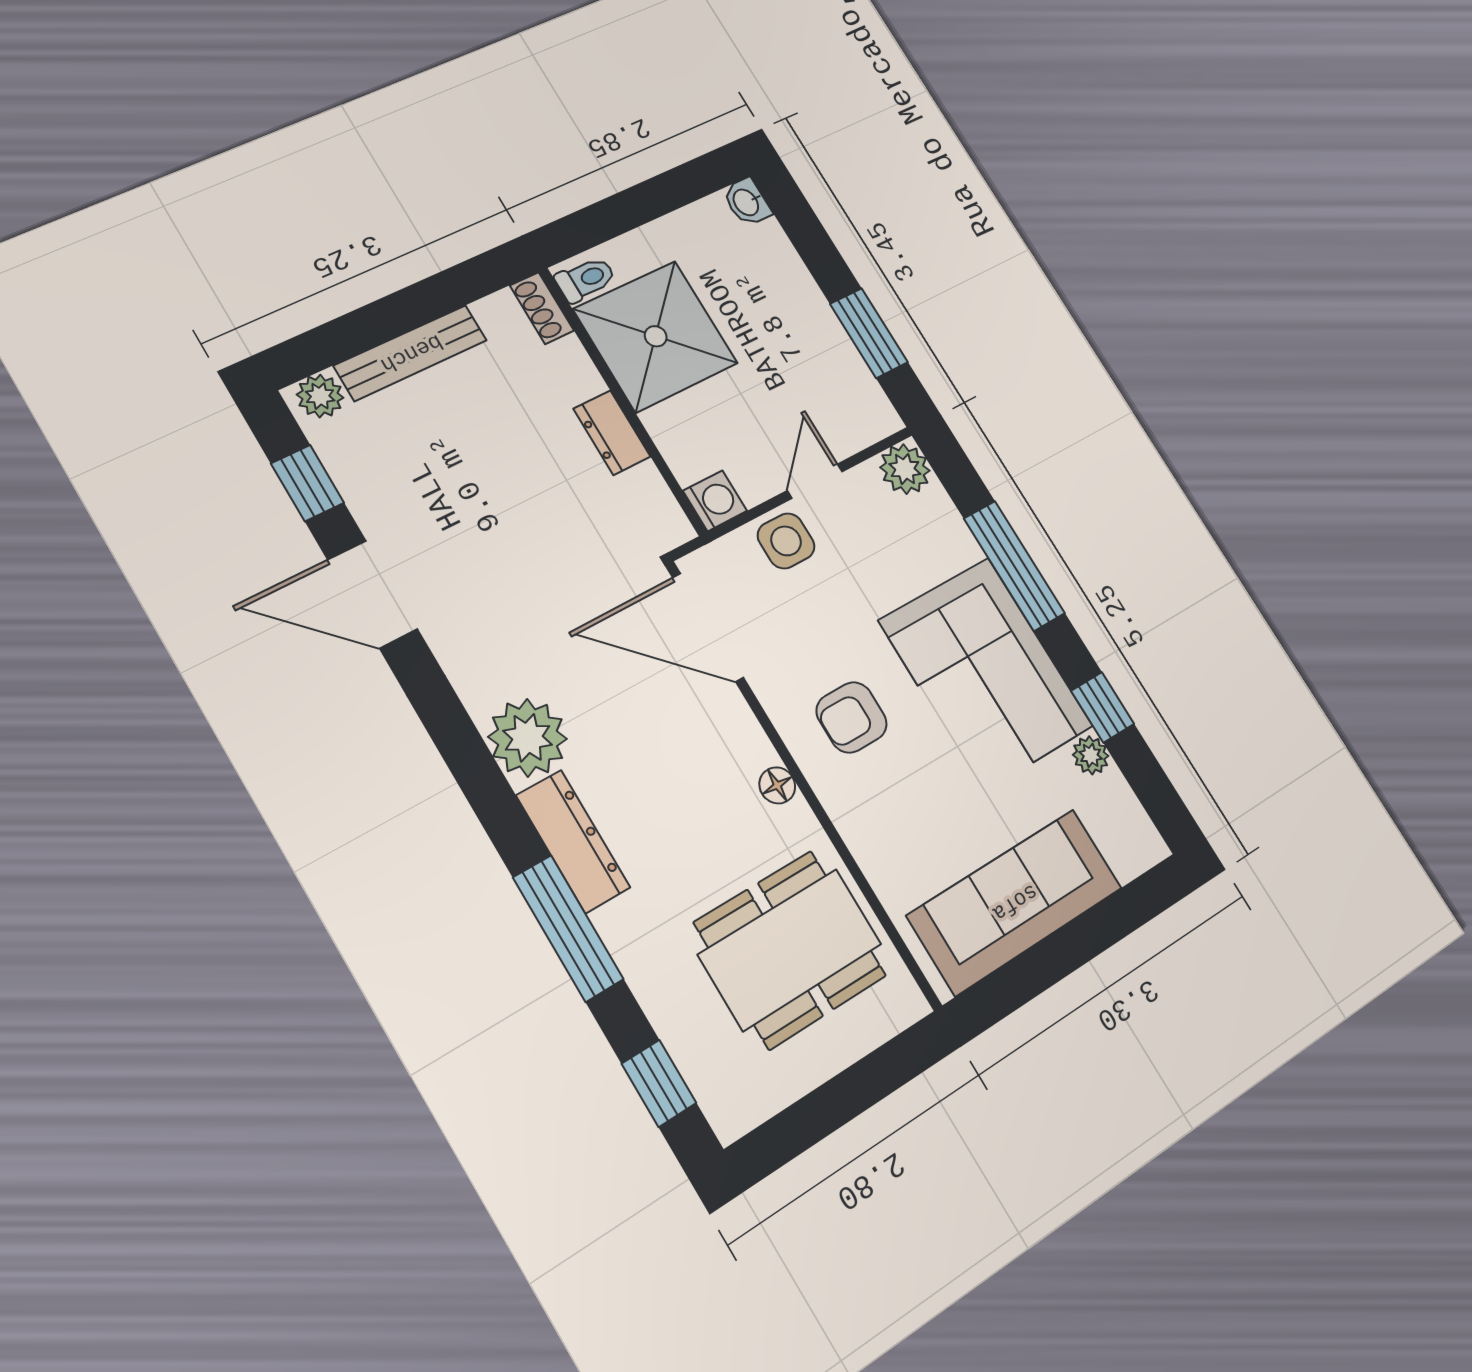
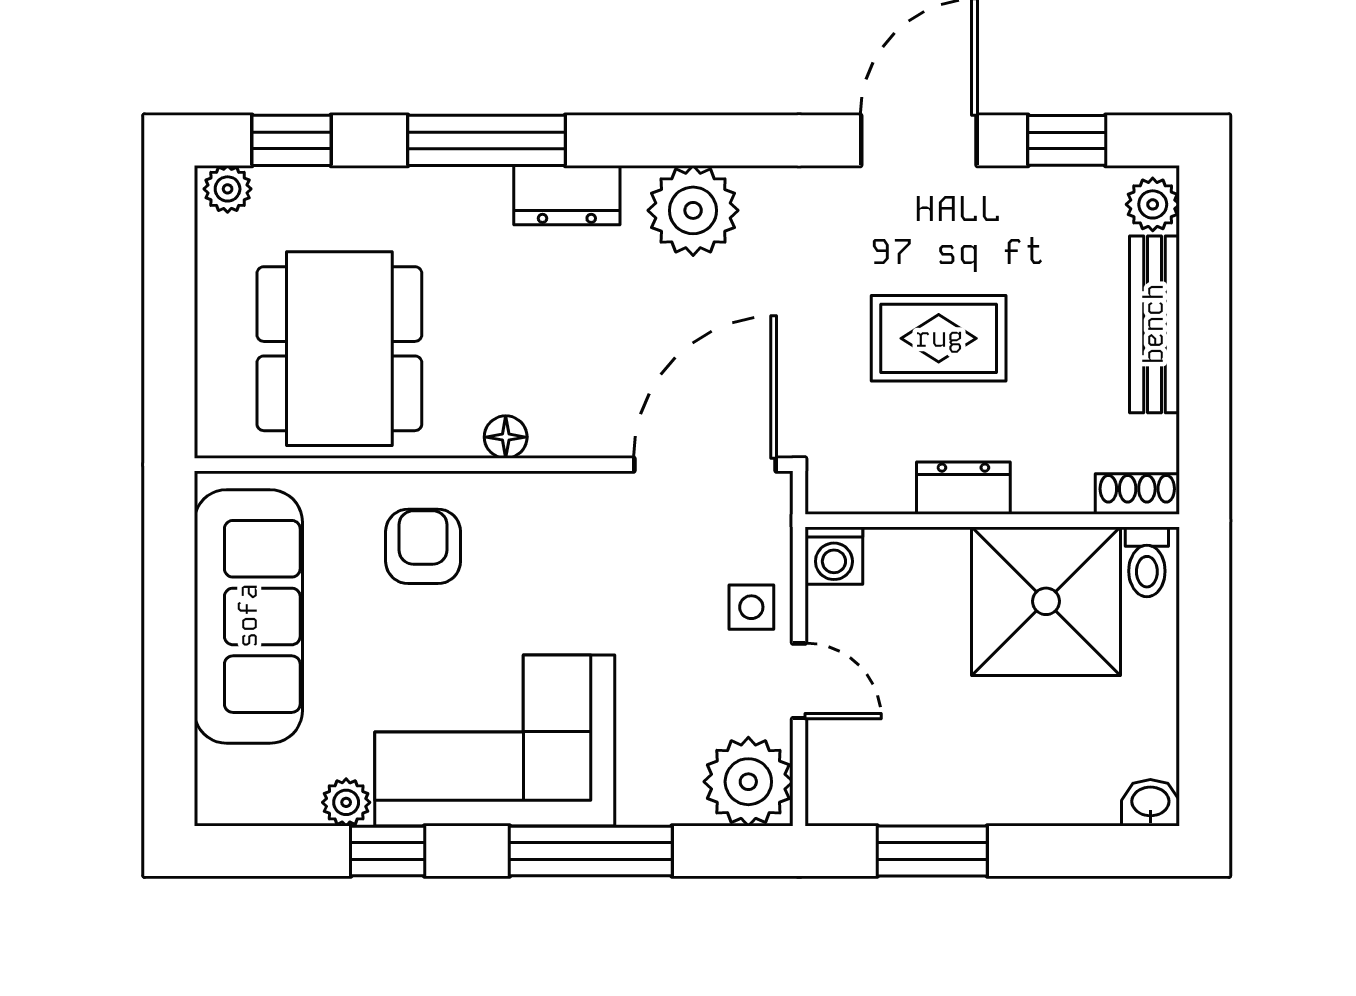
plant: (905, 469) -> (748, 782), width x1.36, depth x1.36
rug: (514, 504) -> (939, 338), added
side table: (786, 541) -> (751, 607), width x0.73, depth x0.73
armchair: (852, 717) -> (423, 546), moved
dresser: (573, 841) -> (567, 195), width x0.70
plant: (726, 1111) -> (228, 189), added

